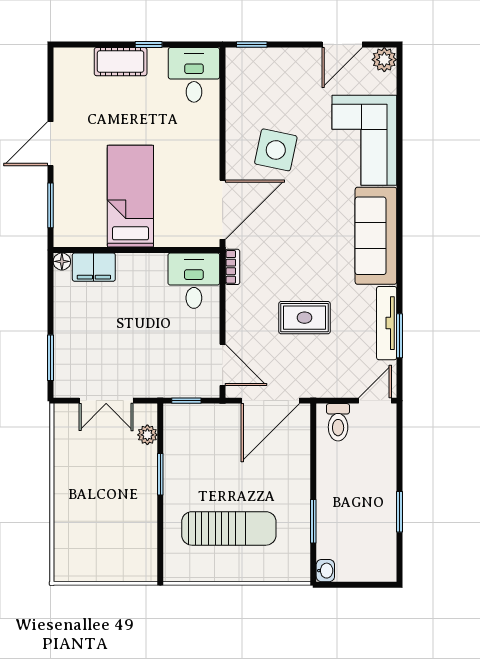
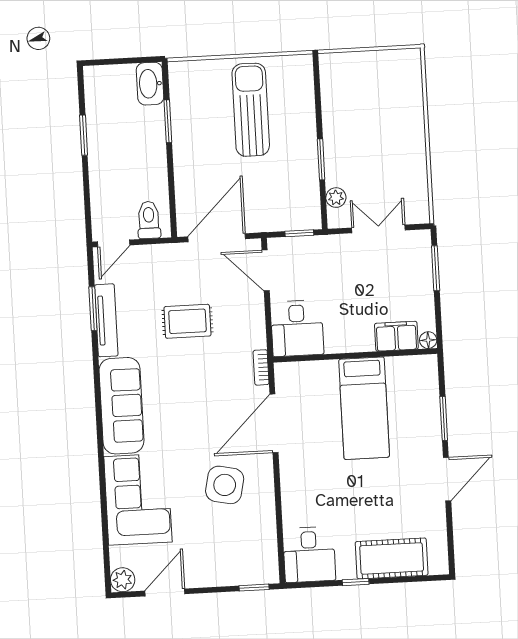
cot: (121, 62) -> (392, 558), width x1.37, depth x1.34
bed: (130, 196) -> (364, 408), moved
wall: (136, 250) -> (355, 355), moved
floor lamp: (62, 261) -> (428, 340), moved
filing cabinet: (94, 267) -> (396, 336), moved
desk: (194, 281) -> (297, 328), moved
sun lounger: (229, 528) -> (251, 110), turned 90
washbasin: (325, 571) -> (150, 84), width x1.91, depth x1.45

